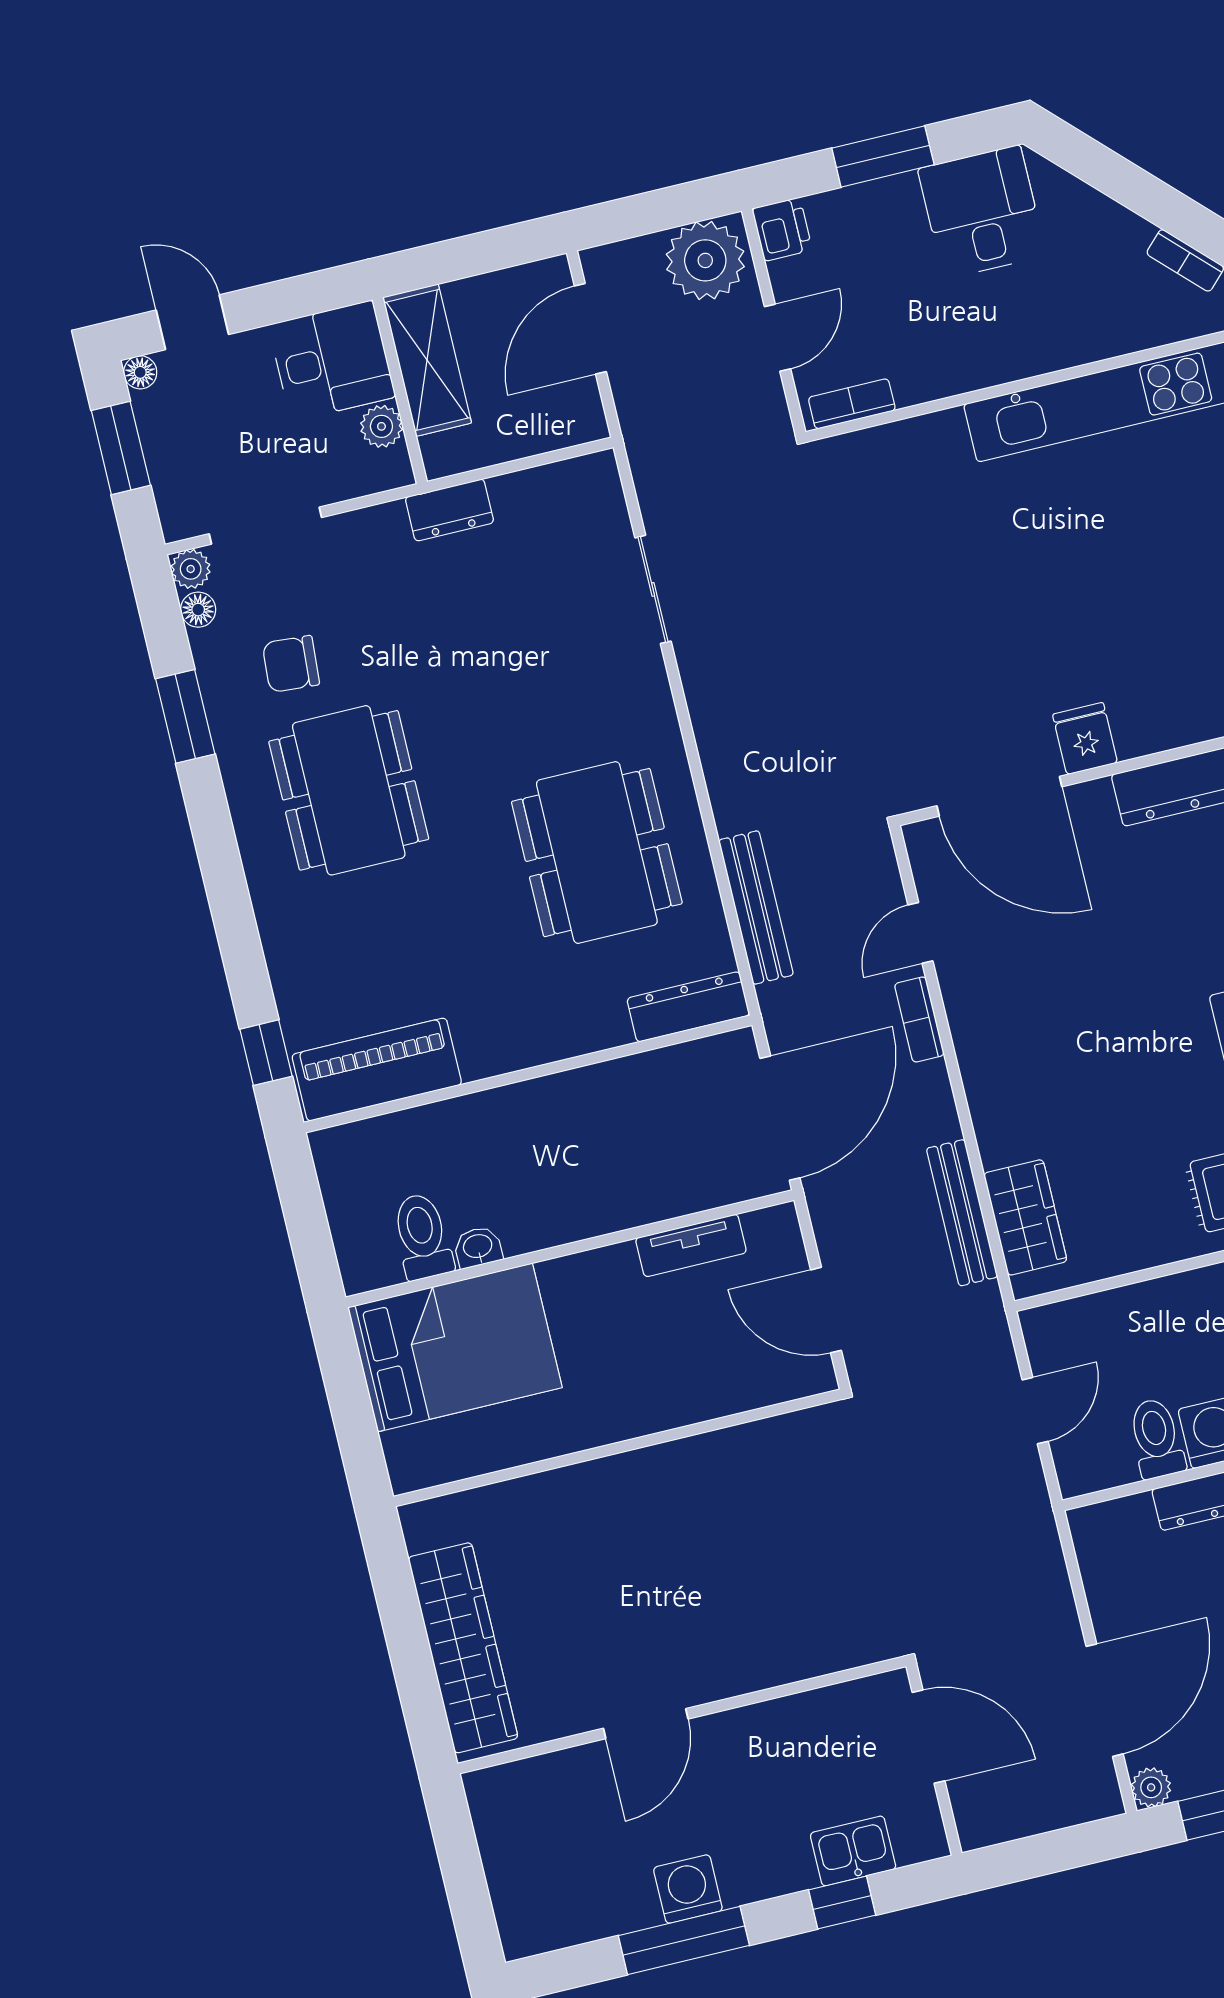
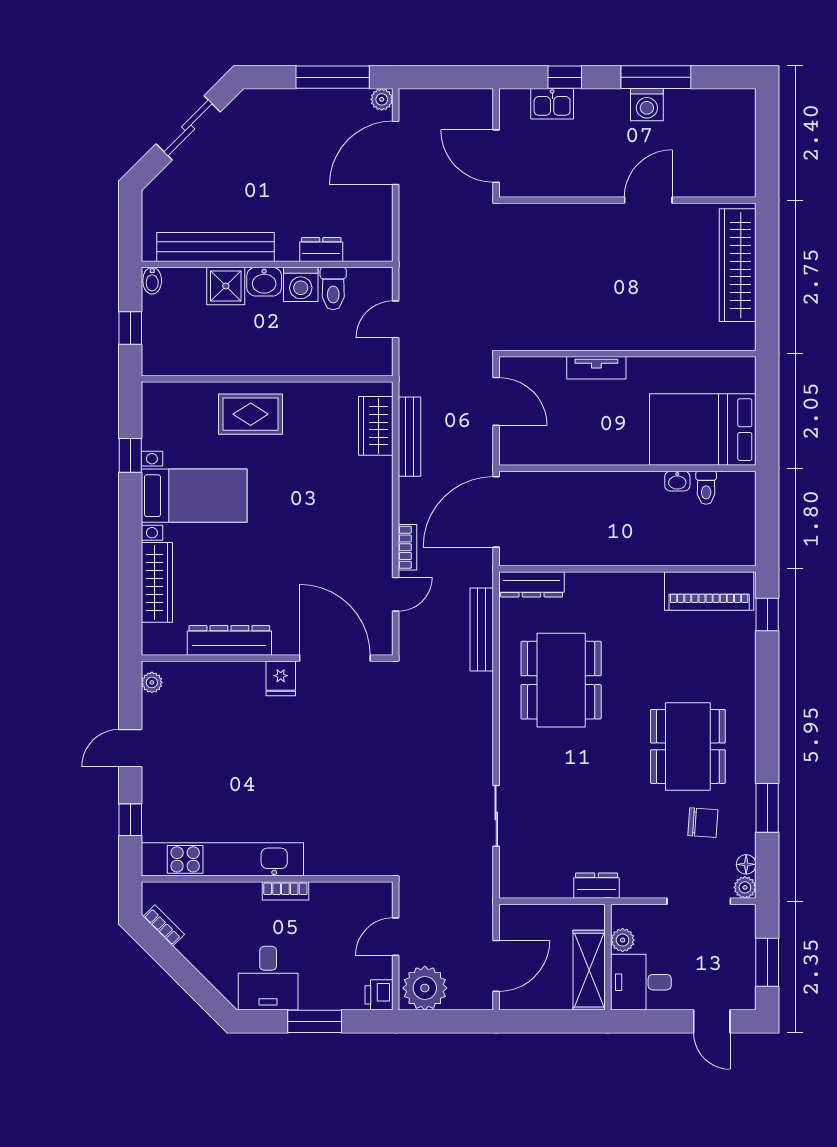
floor lamp: (140, 372) -> (747, 1001), removed
bookcase: (852, 404) -> (285, 891), moved
toilet: (422, 1236) -> (706, 488), width x0.73, depth x0.72
tv unit: (691, 1245) -> (596, 368), moved, turned 180

